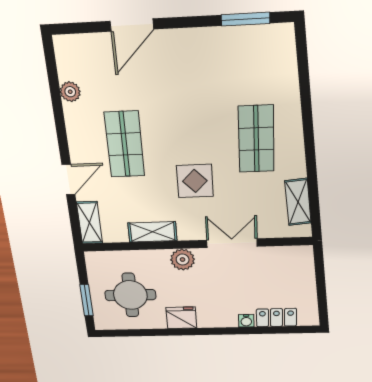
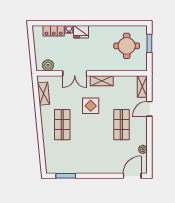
door: (132, 25) -> (132, 176), moved
shelving: (152, 232) -> (102, 81), moved
plant: (183, 260) -> (48, 65), moved
fridge: (181, 318) -> (81, 32), moved

